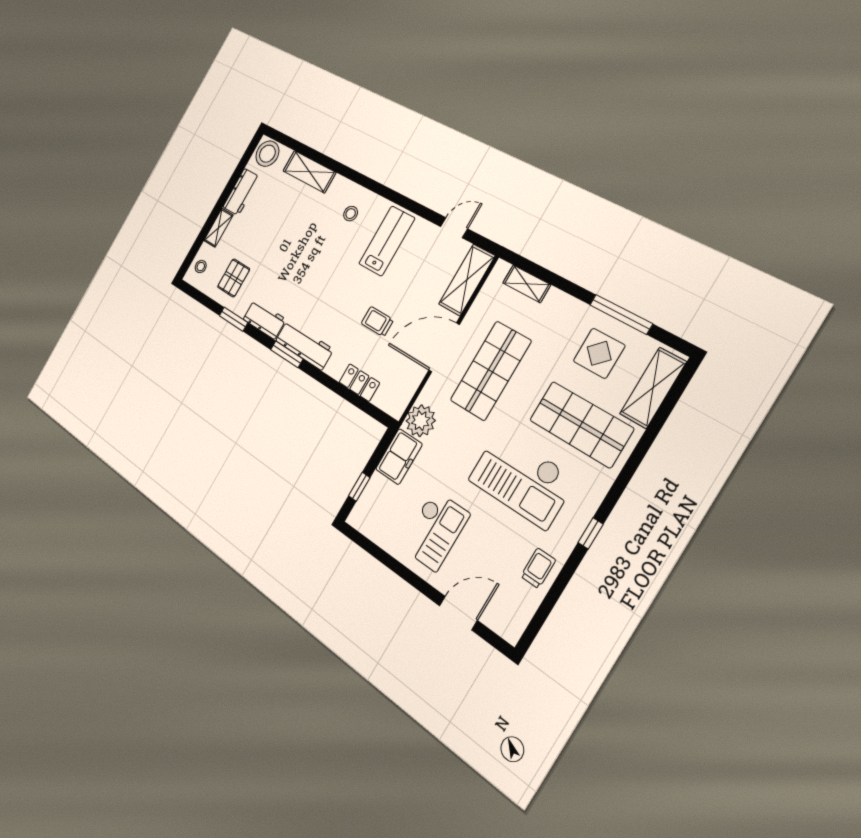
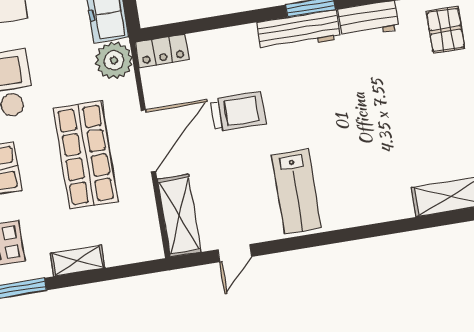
stool: (351, 214) -> (362, 189), removed
shelving: (527, 284) -> (78, 261), moved
trolley: (377, 322) -> (238, 112), width x1.36, depth x1.39
locker: (359, 383) -> (162, 51), moved

